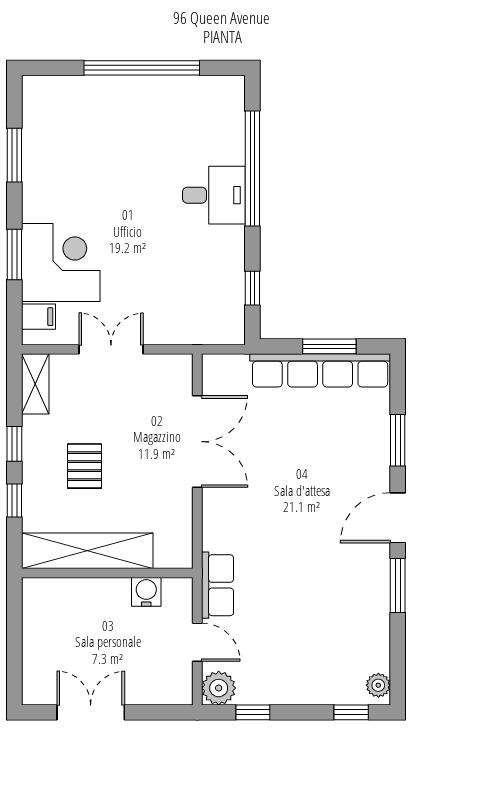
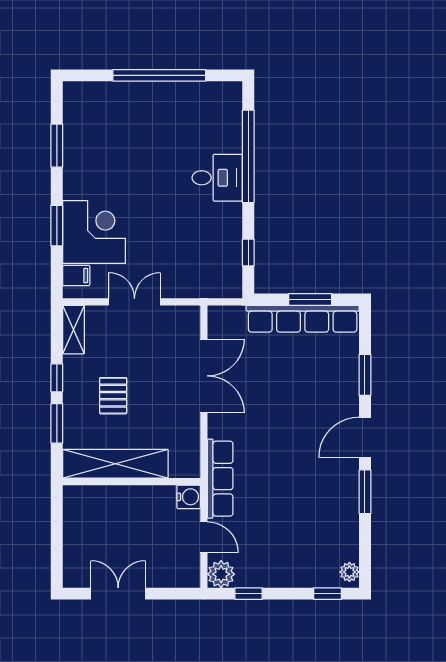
window: (14, 501) -> (57, 423), width x1.50
row of seats: (218, 585) -> (220, 479), width x1.48
water cooler: (146, 592) -> (189, 497), moved, turned 90

